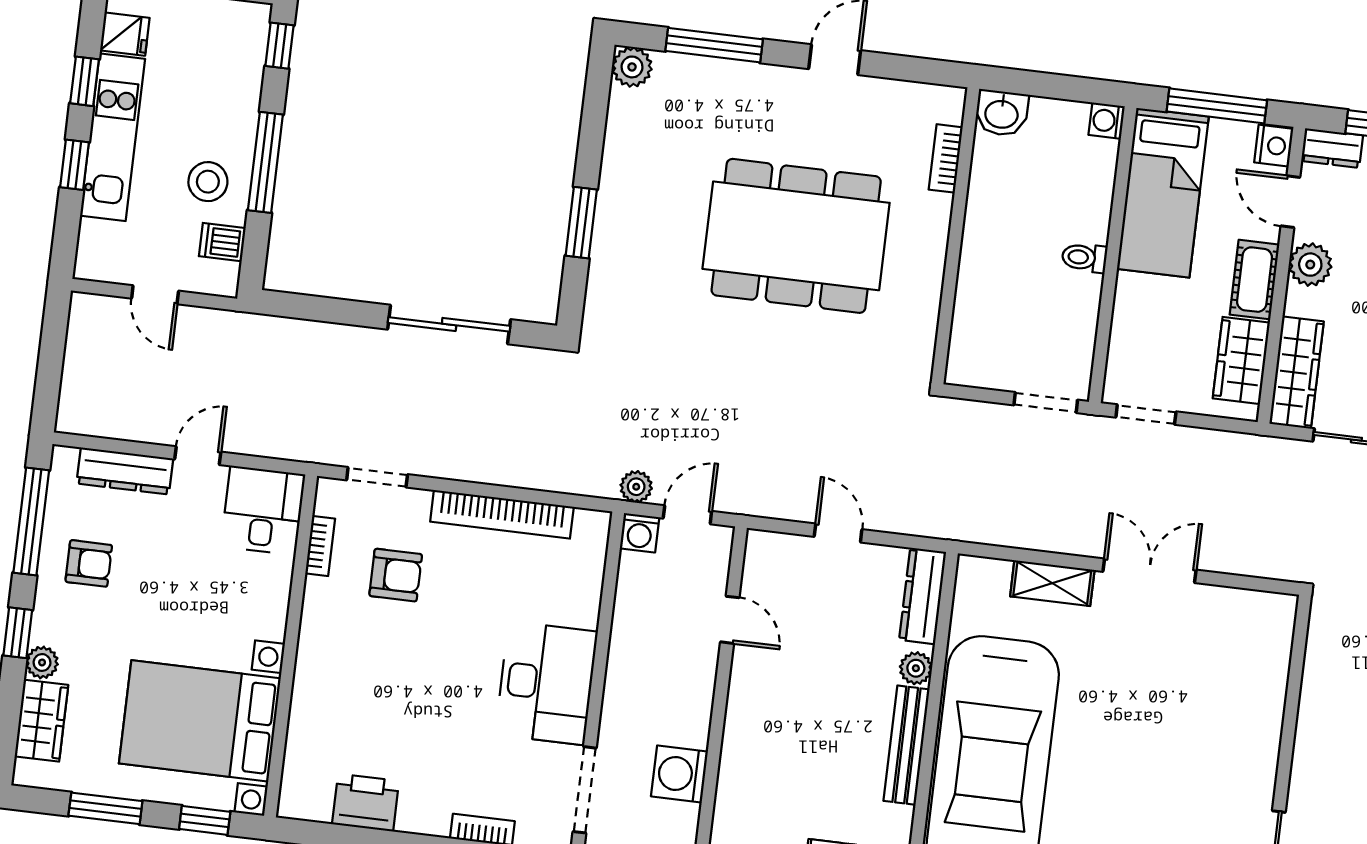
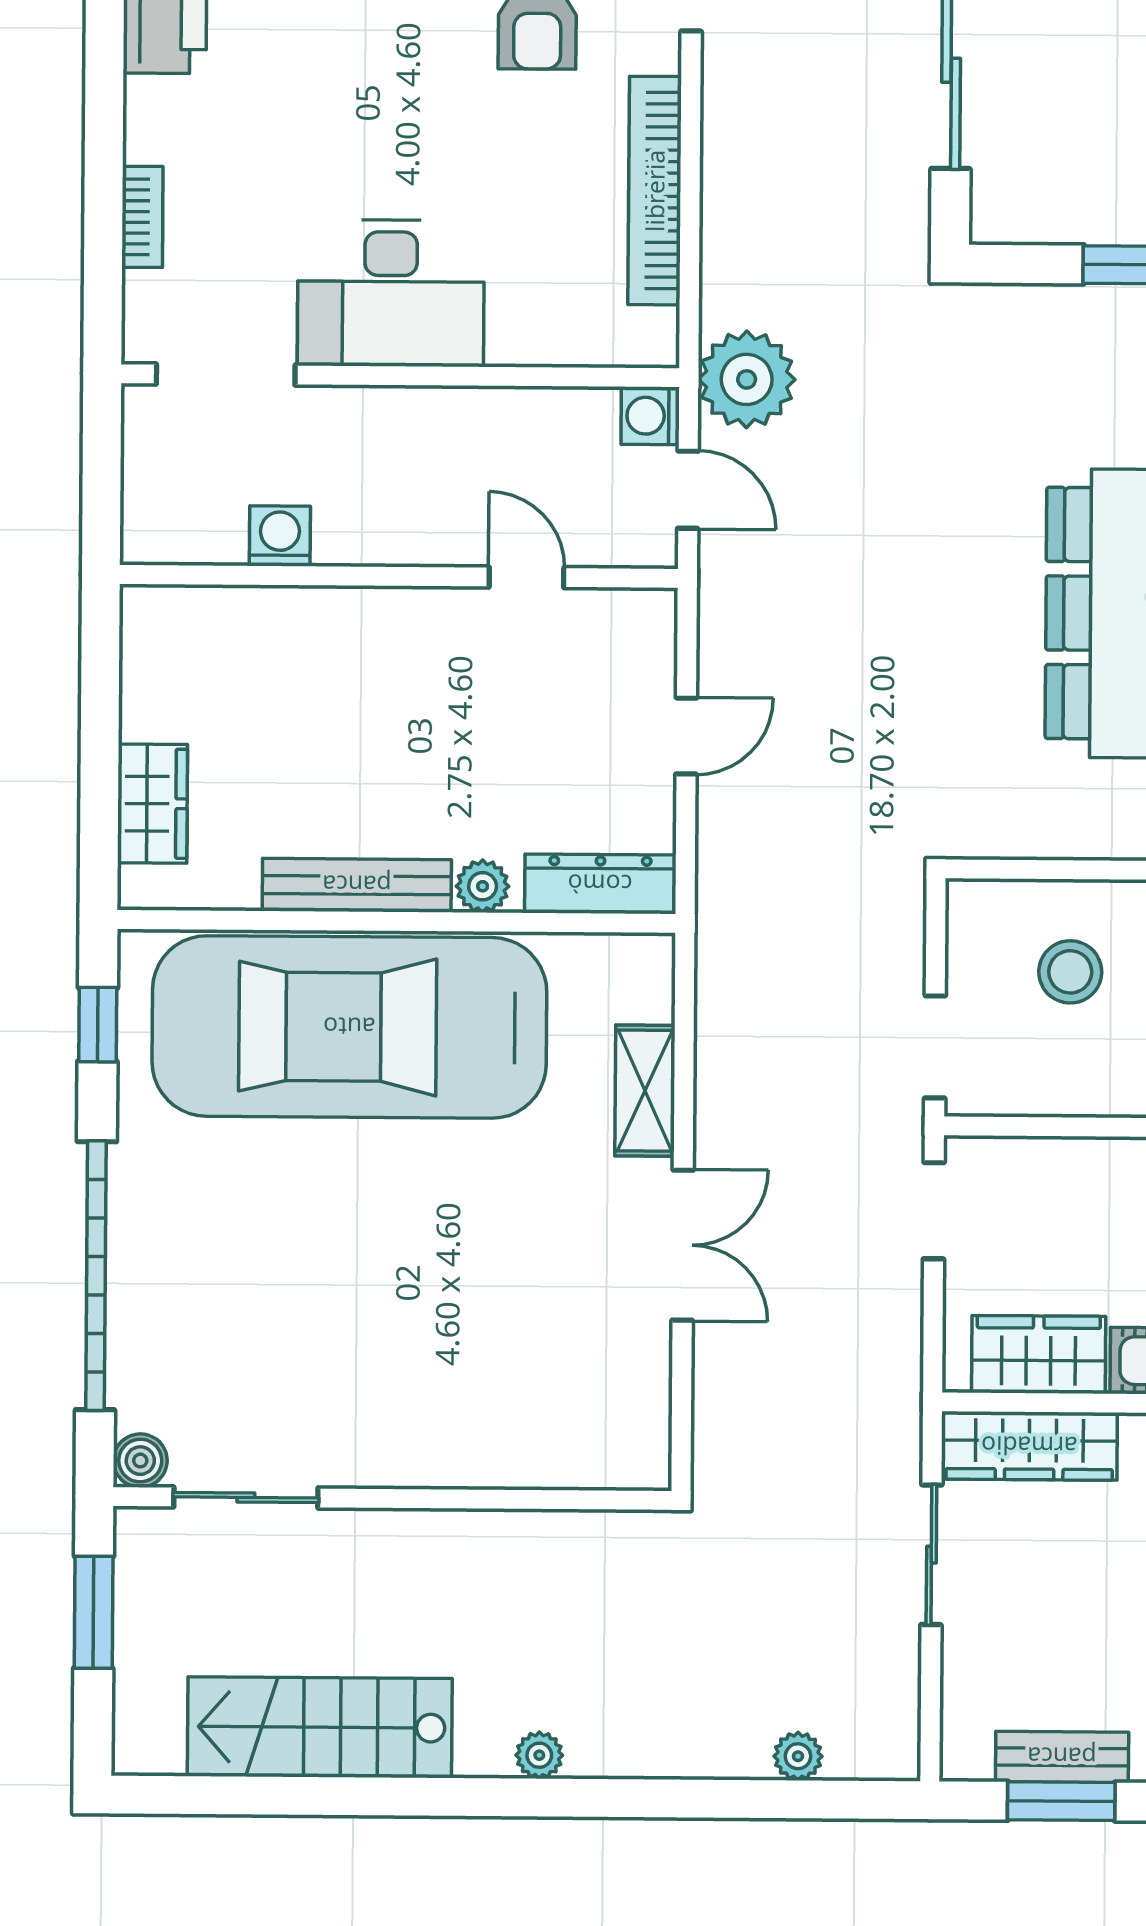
stool: (1009, 314) -> (1070, 972), added
plant: (636, 487) -> (747, 379), width x1.88, depth x1.88
door: (730, 620) -> (527, 577), swing flipped
washing machine: (679, 774) -> (280, 536), width x0.73, depth x0.73

